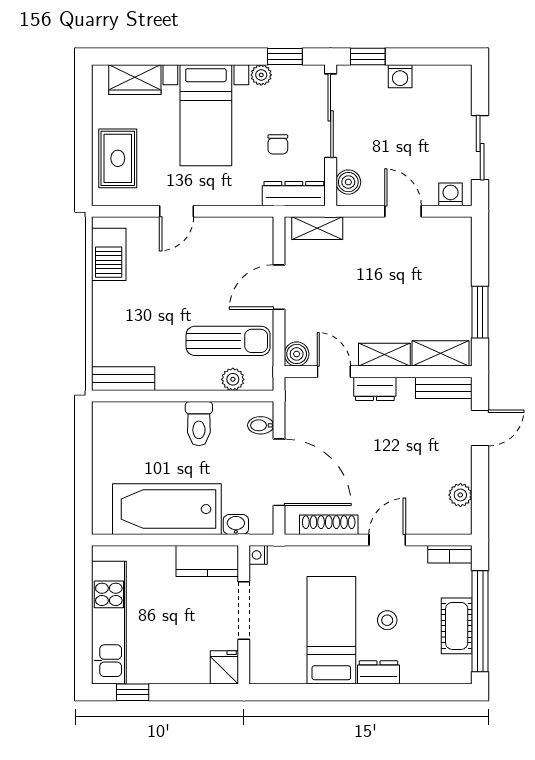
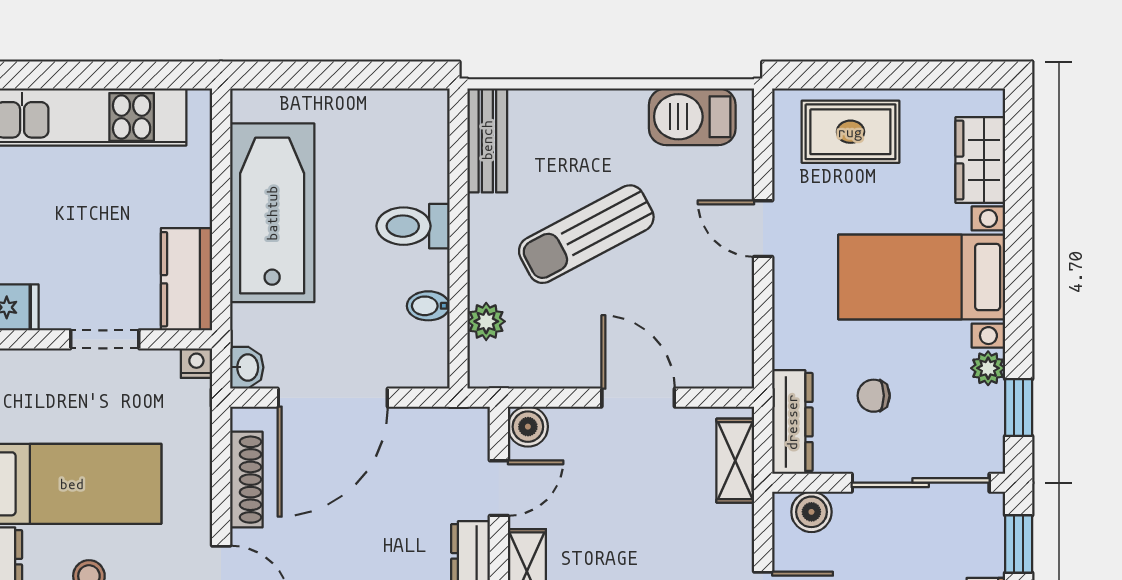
sun lounger: (228, 341) -> (586, 234), moved, turned 62
toilet: (199, 424) -> (413, 226), moved
bidet: (261, 425) -> (428, 306), moved, turned -90
washbasin: (236, 524) -> (247, 367), moved
doorway: (244, 611) -> (105, 339), width x0.73

